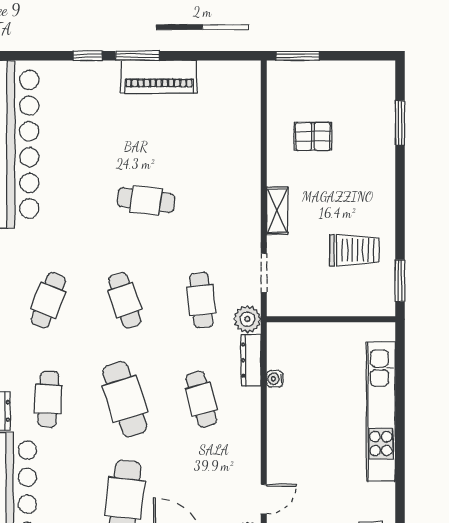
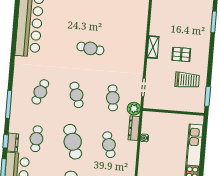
pallet: (313, 136) -> (181, 54), moved
shelving: (277, 211) -> (153, 47), moved

